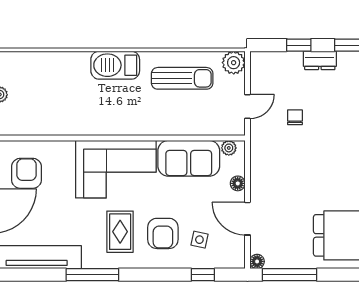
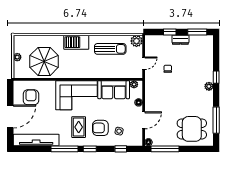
parasol: (52, 103) -> (44, 61), added
door: (247, 219) -> (144, 120), swing flipped
armchair: (163, 233) -> (100, 128), turned 90
window: (142, 275) -> (90, 149), added

